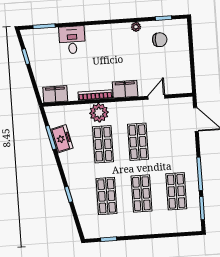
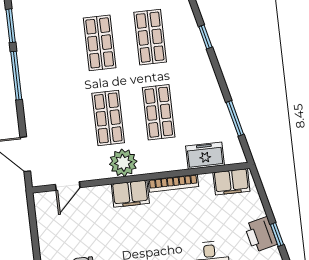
printer: (37, 57) -> (261, 235), added
door: (156, 97) -> (68, 186), moved
plant: (99, 113) -> (123, 163), moved
freezer: (62, 139) -> (205, 156), moved, turned 103
shop shelf: (176, 191) -> (49, 49), removed

